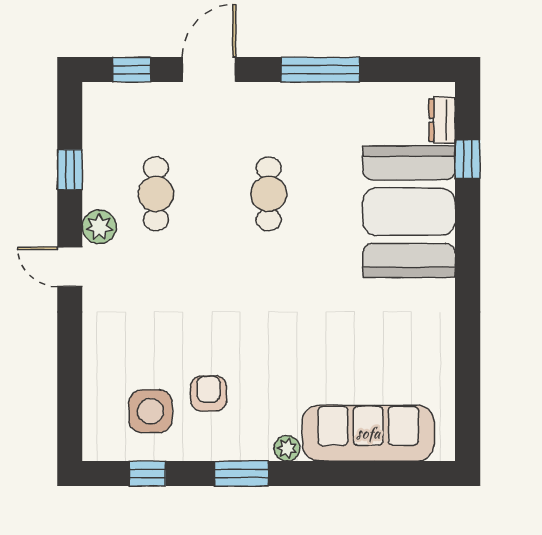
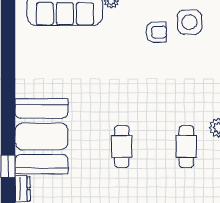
armchair: (209, 393) -> (156, 32), turned -92

